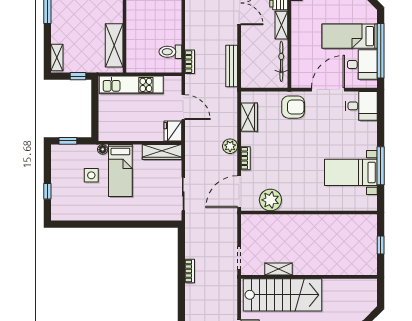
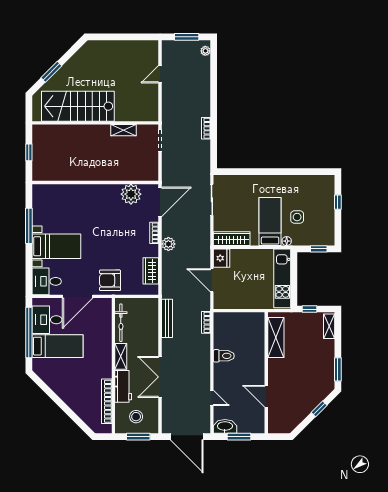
toilet: (170, 52) -> (224, 356), moved
kitchen unit: (131, 85) -> (282, 278), moved, turned -90
bed with nightstands: (351, 172) -> (56, 246), moved
stairs: (283, 295) -> (78, 106), moved

